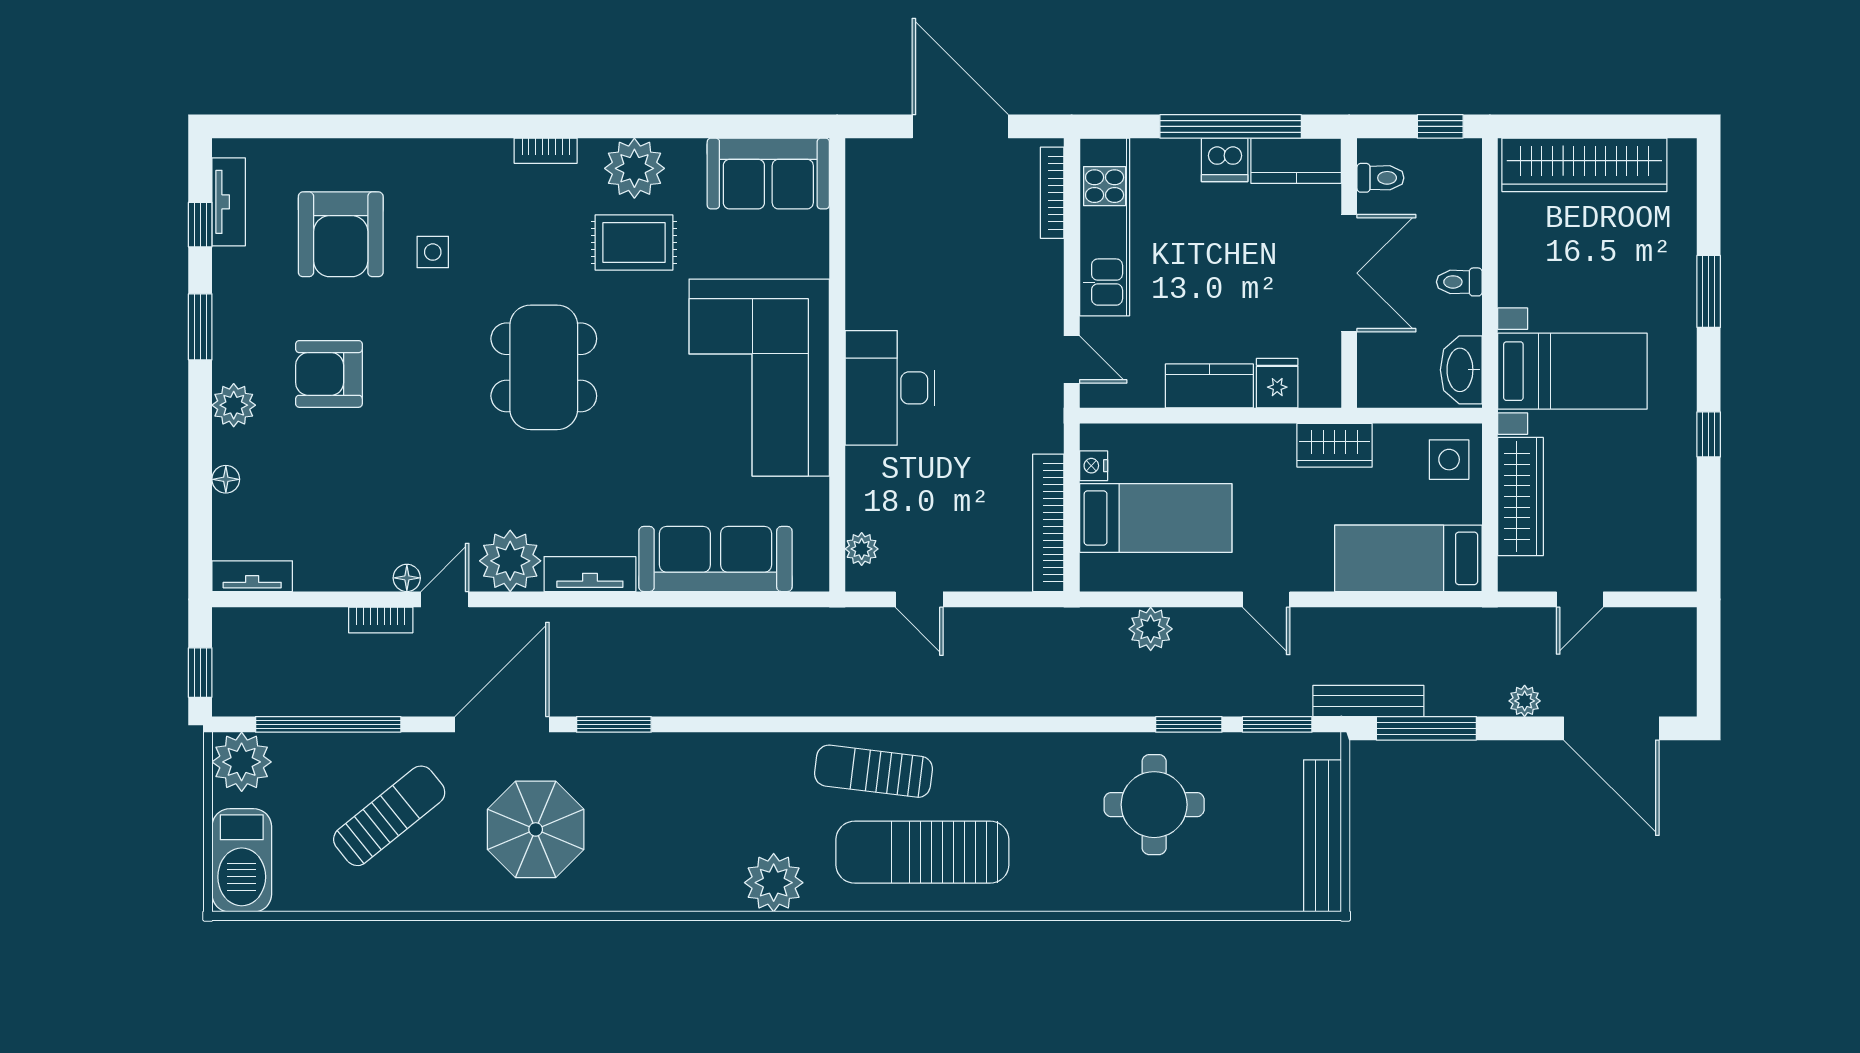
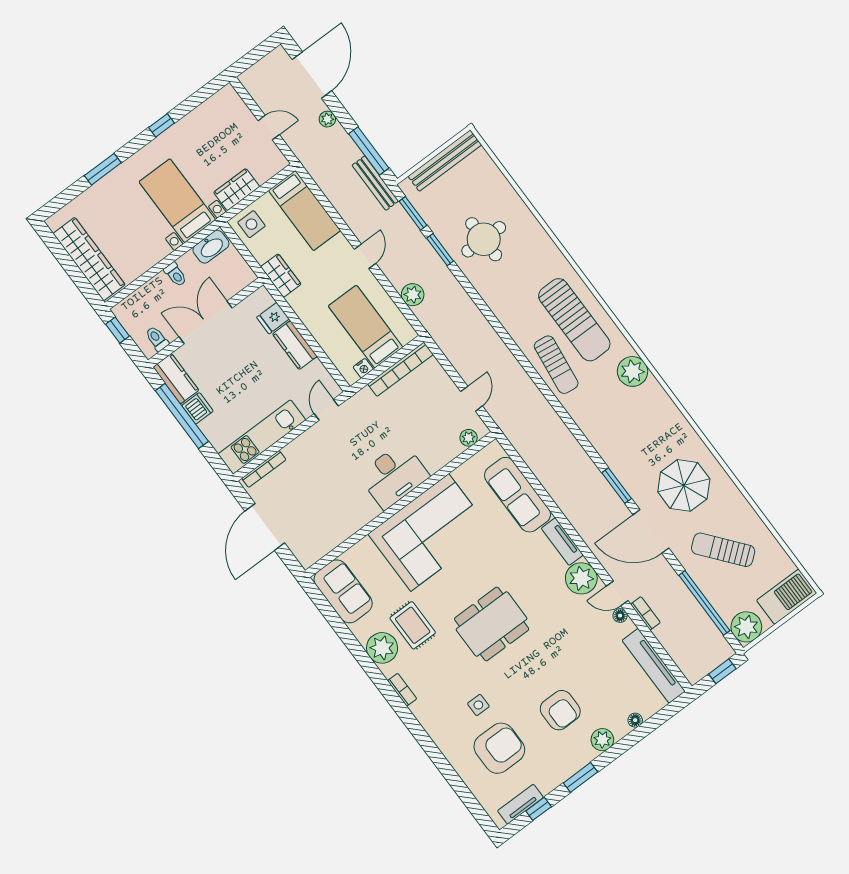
wardrobe: (1521, 496) -> (237, 190), width x0.67
tv unit: (252, 576) -> (654, 666), width x1.92, depth x1.29

